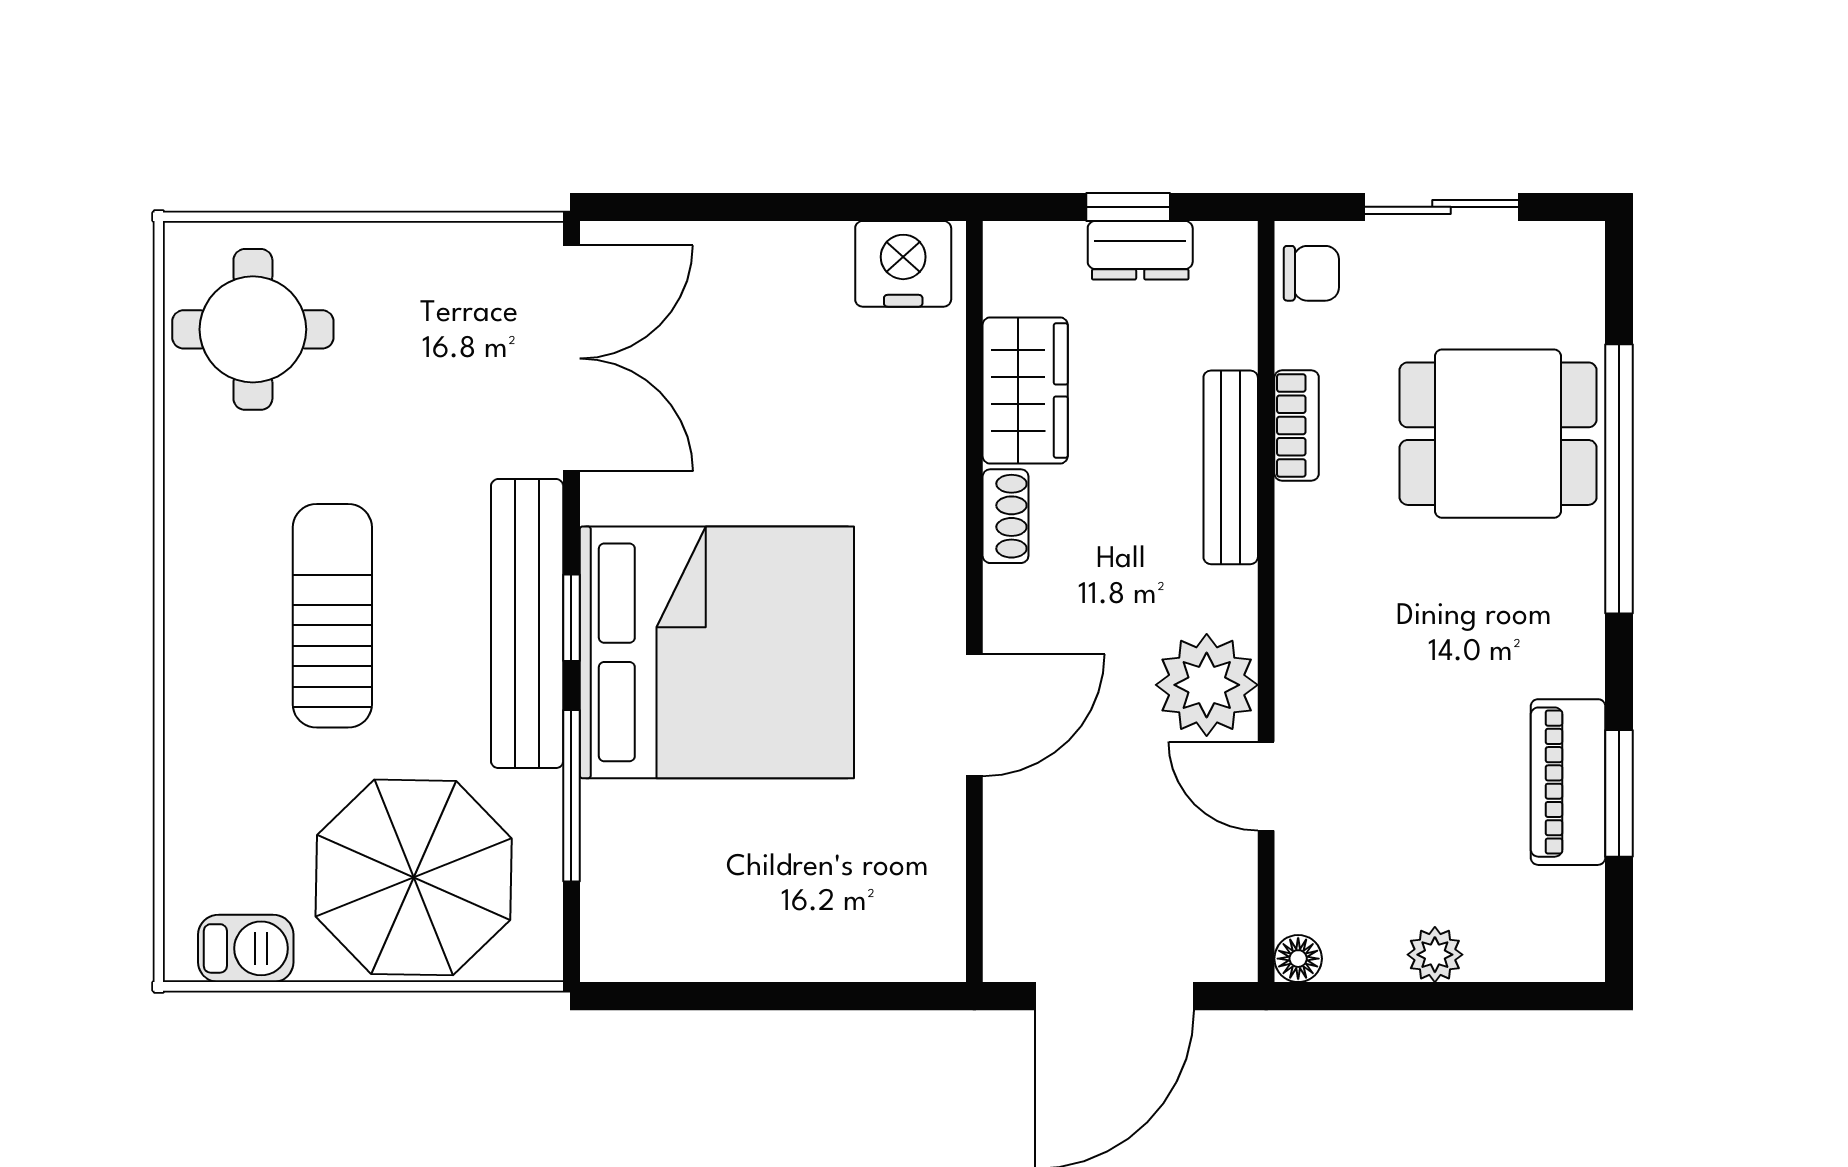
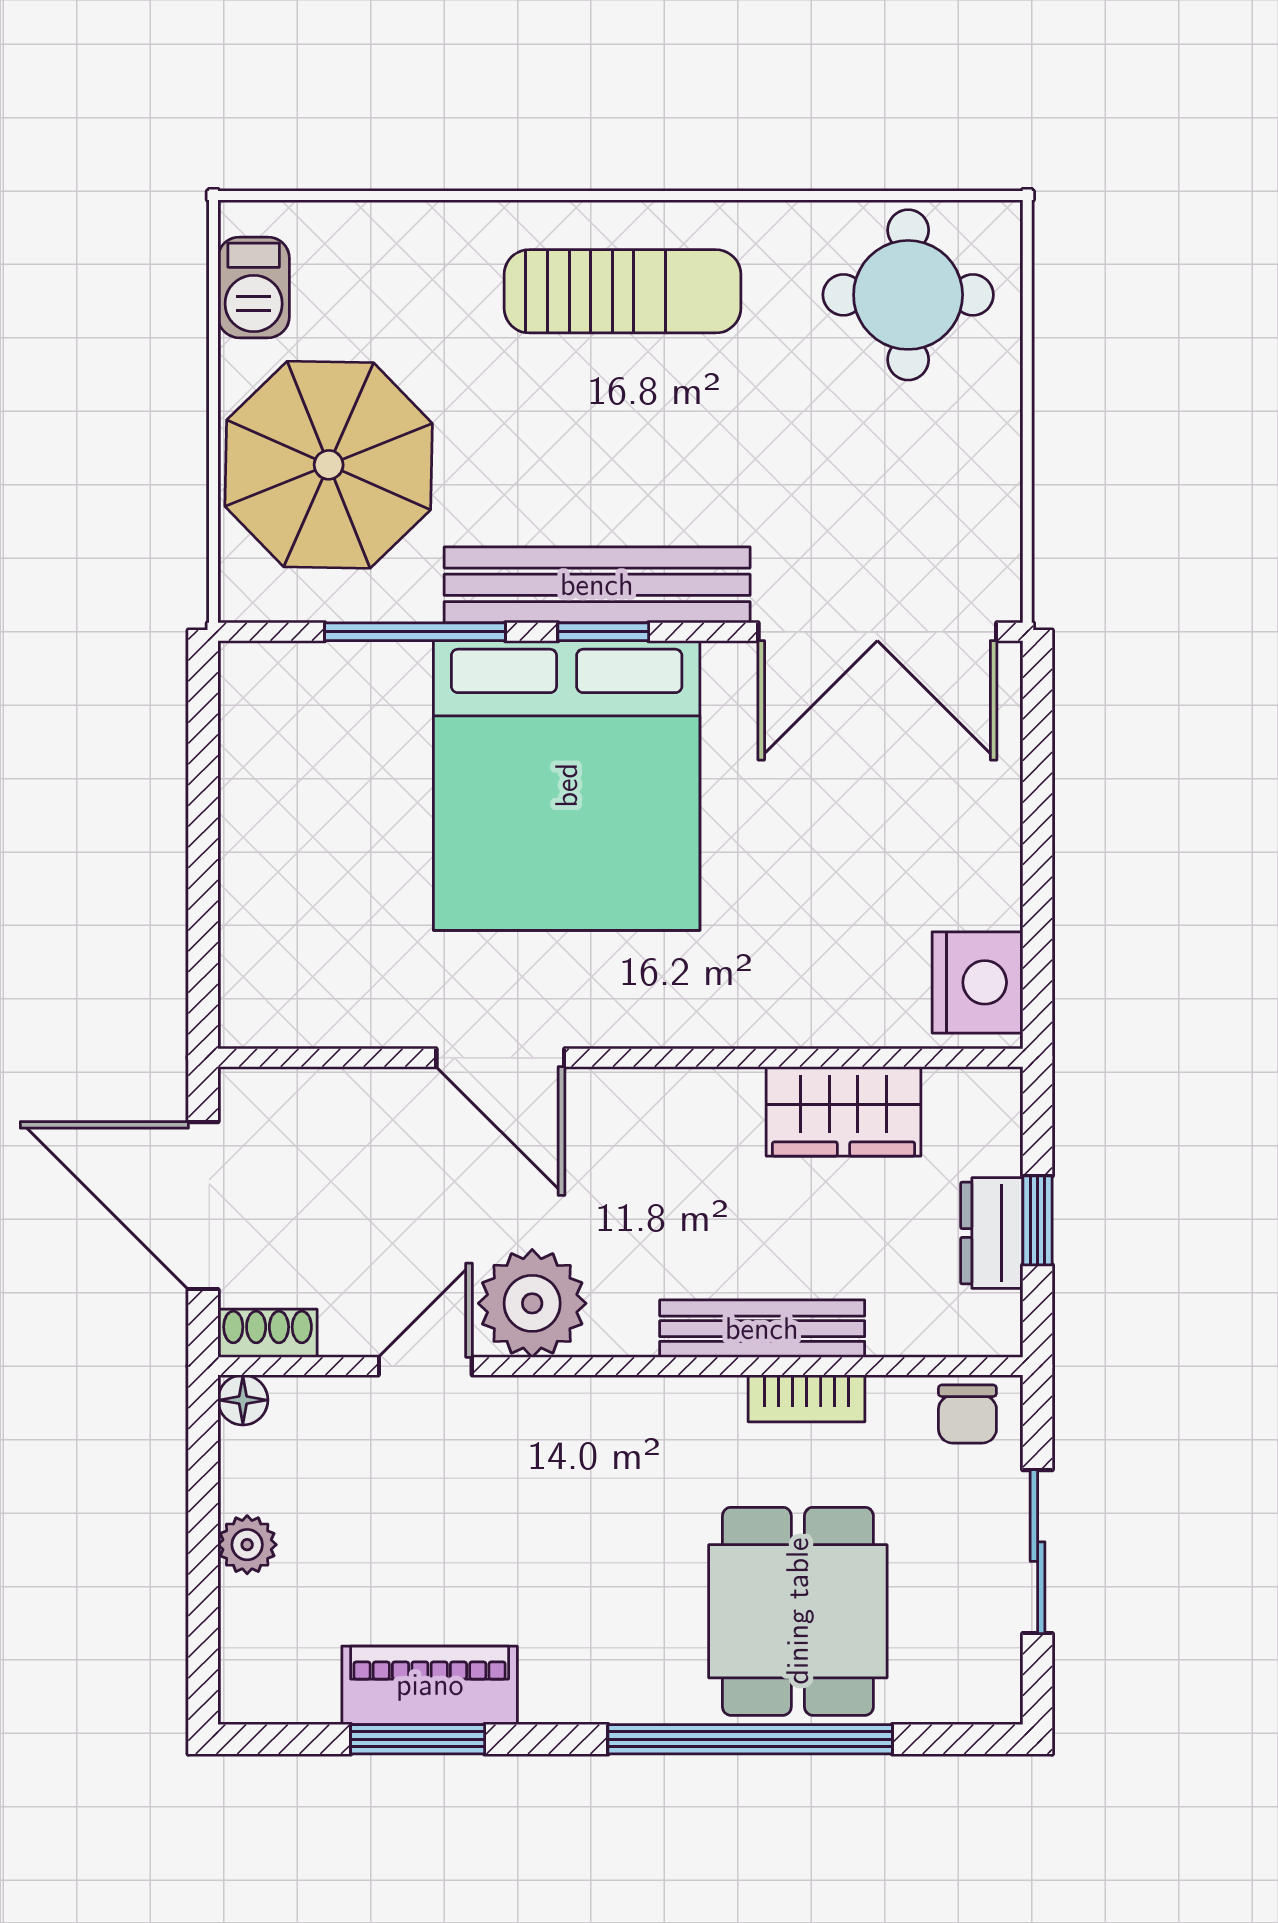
shoe rack: (1006, 516) -> (268, 1333), moved, turned 180
sun lounger: (332, 616) -> (622, 291), moved

